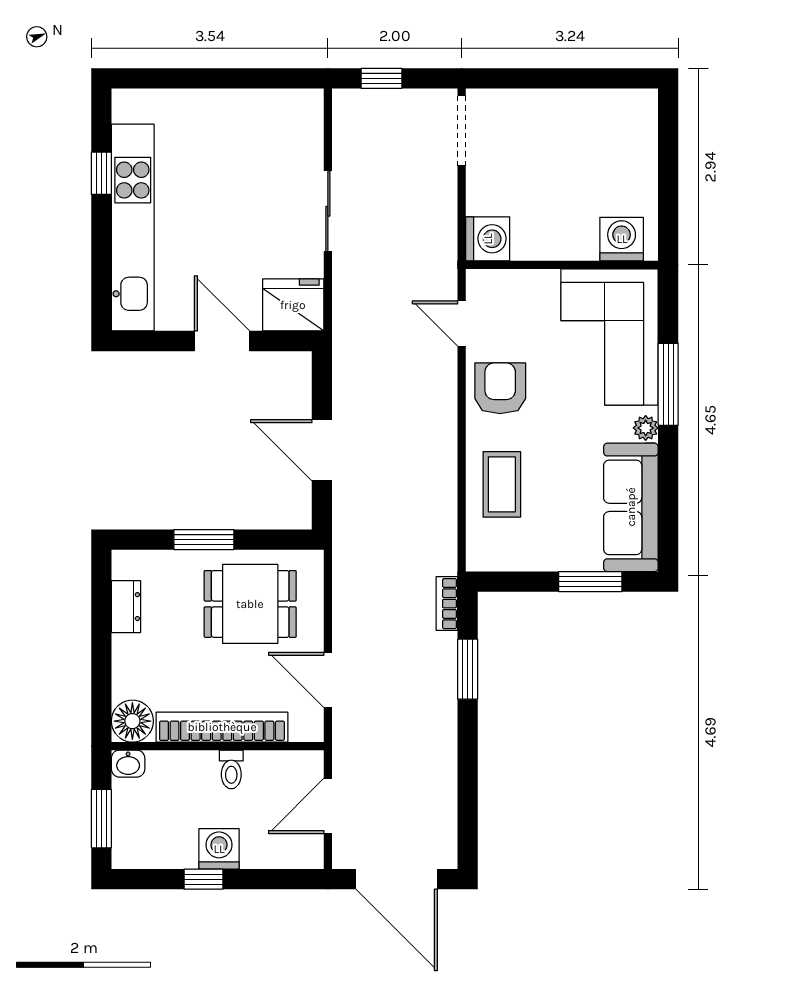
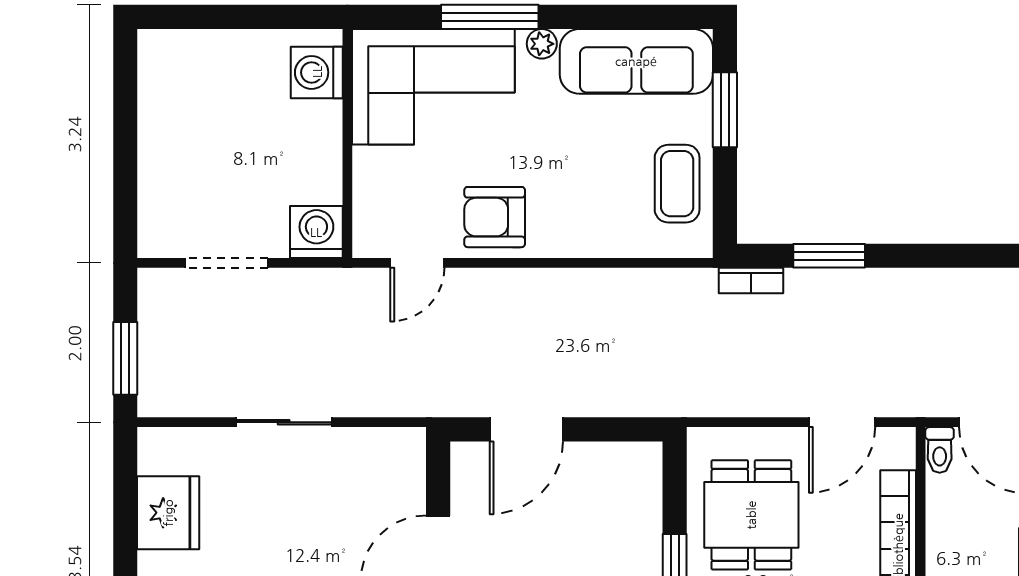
window: (382, 78) -> (125, 358), width x1.50
doorway: (462, 131) -> (226, 263), moved
fridge: (293, 305) -> (168, 513), moved, turned 180
door: (322, 450) -> (526, 429), moved
coffee table: (502, 484) -> (677, 184), moved, turned 90
toilet: (231, 769) -> (940, 450), moved, turned 90

